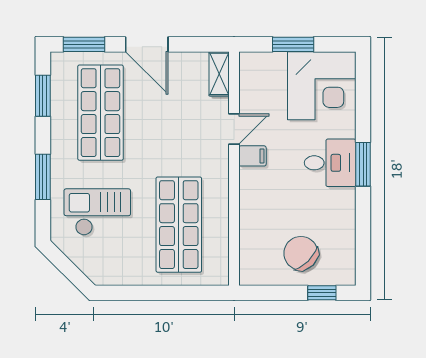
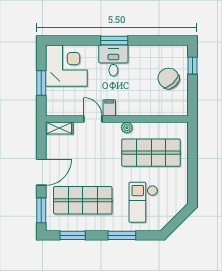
plant: (220, 185) -> (127, 128), added
chair: (301, 253) -> (168, 78), turned 94

